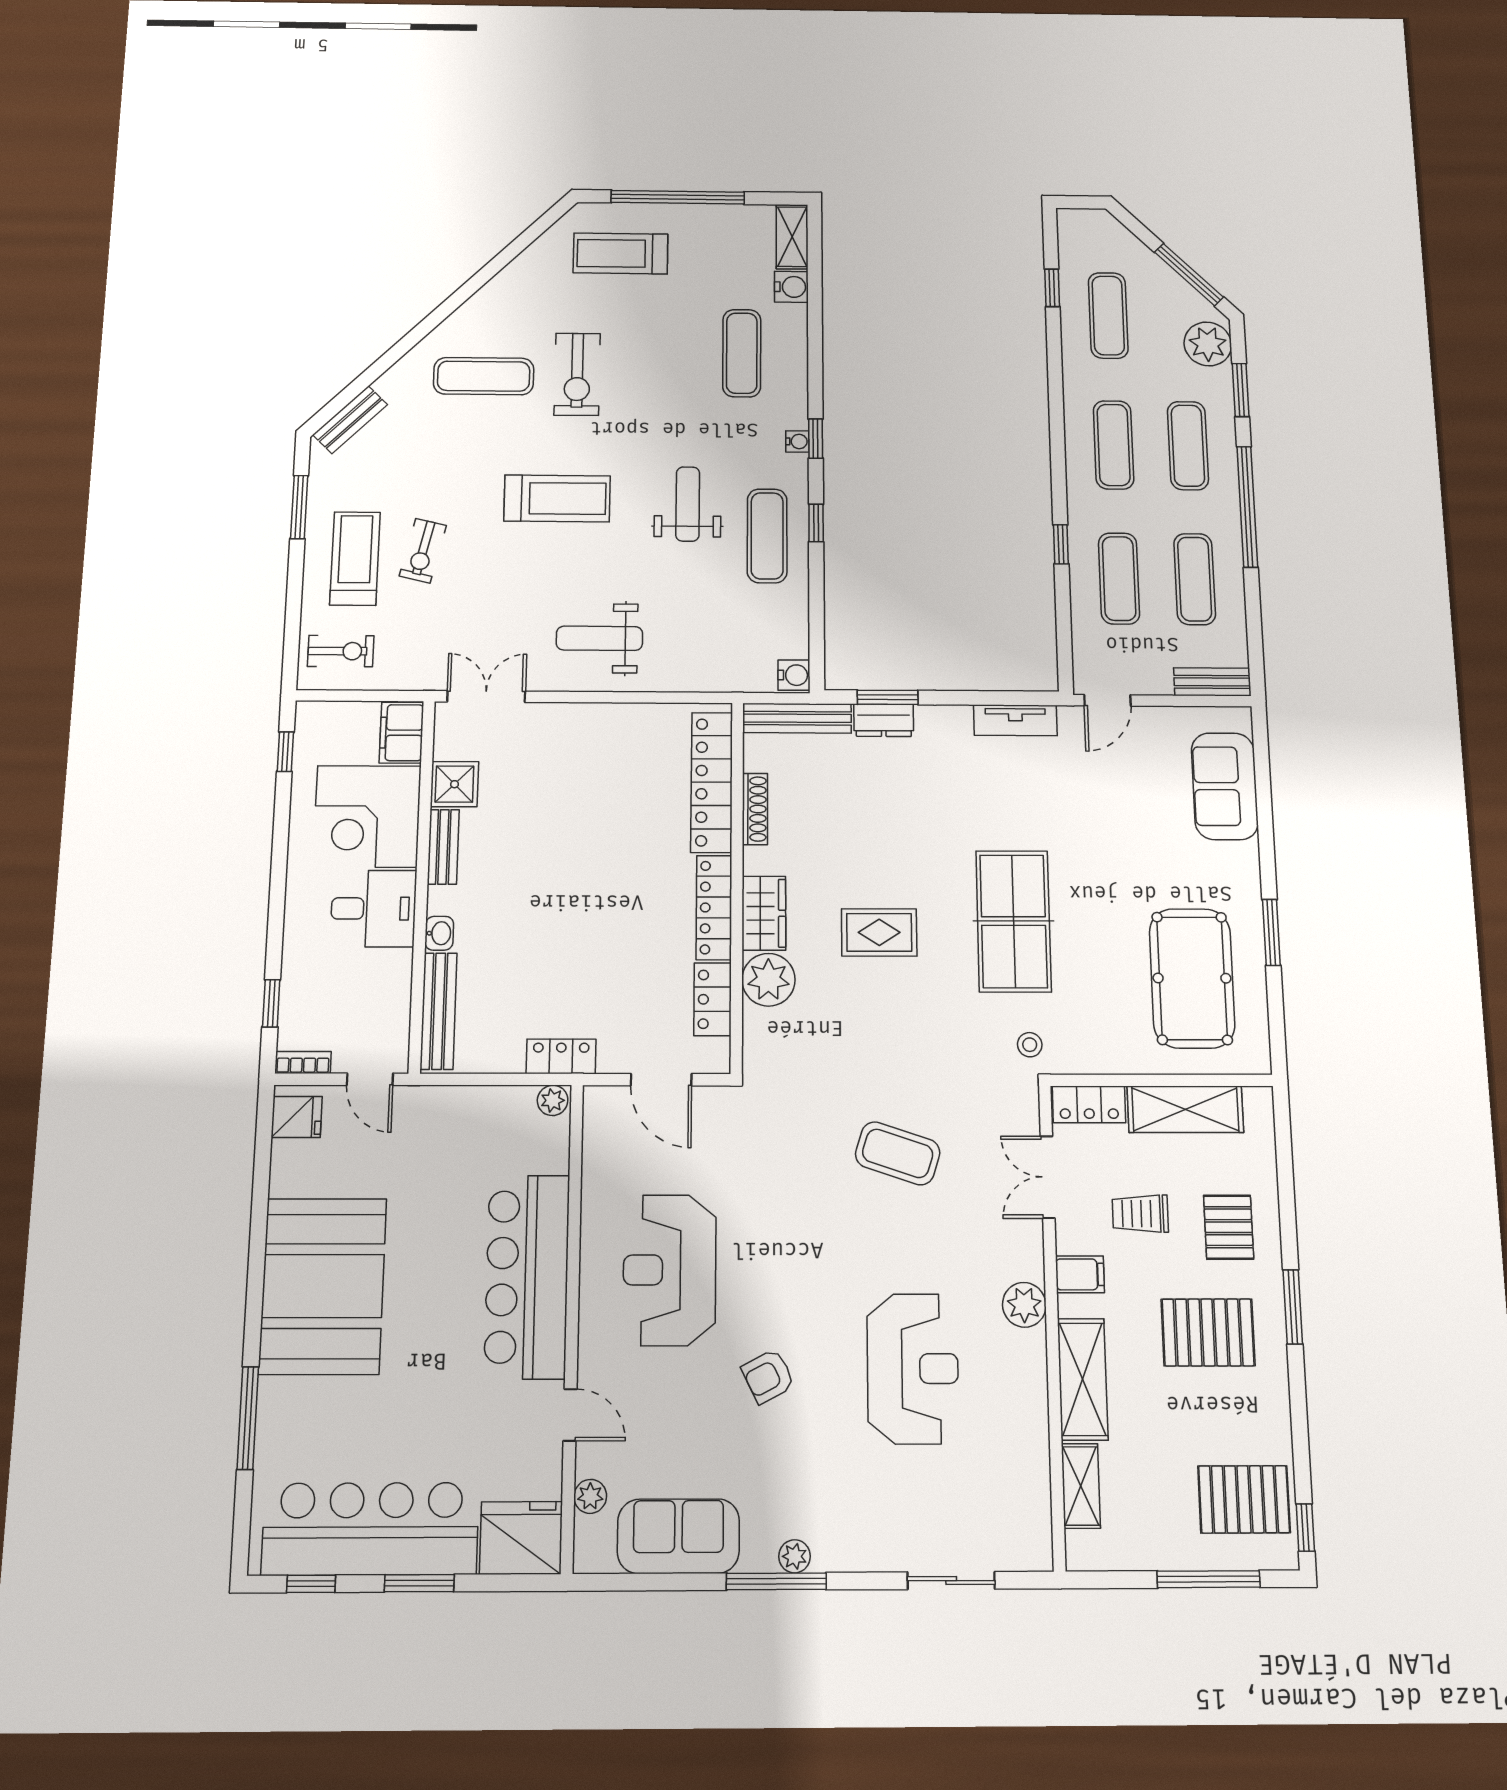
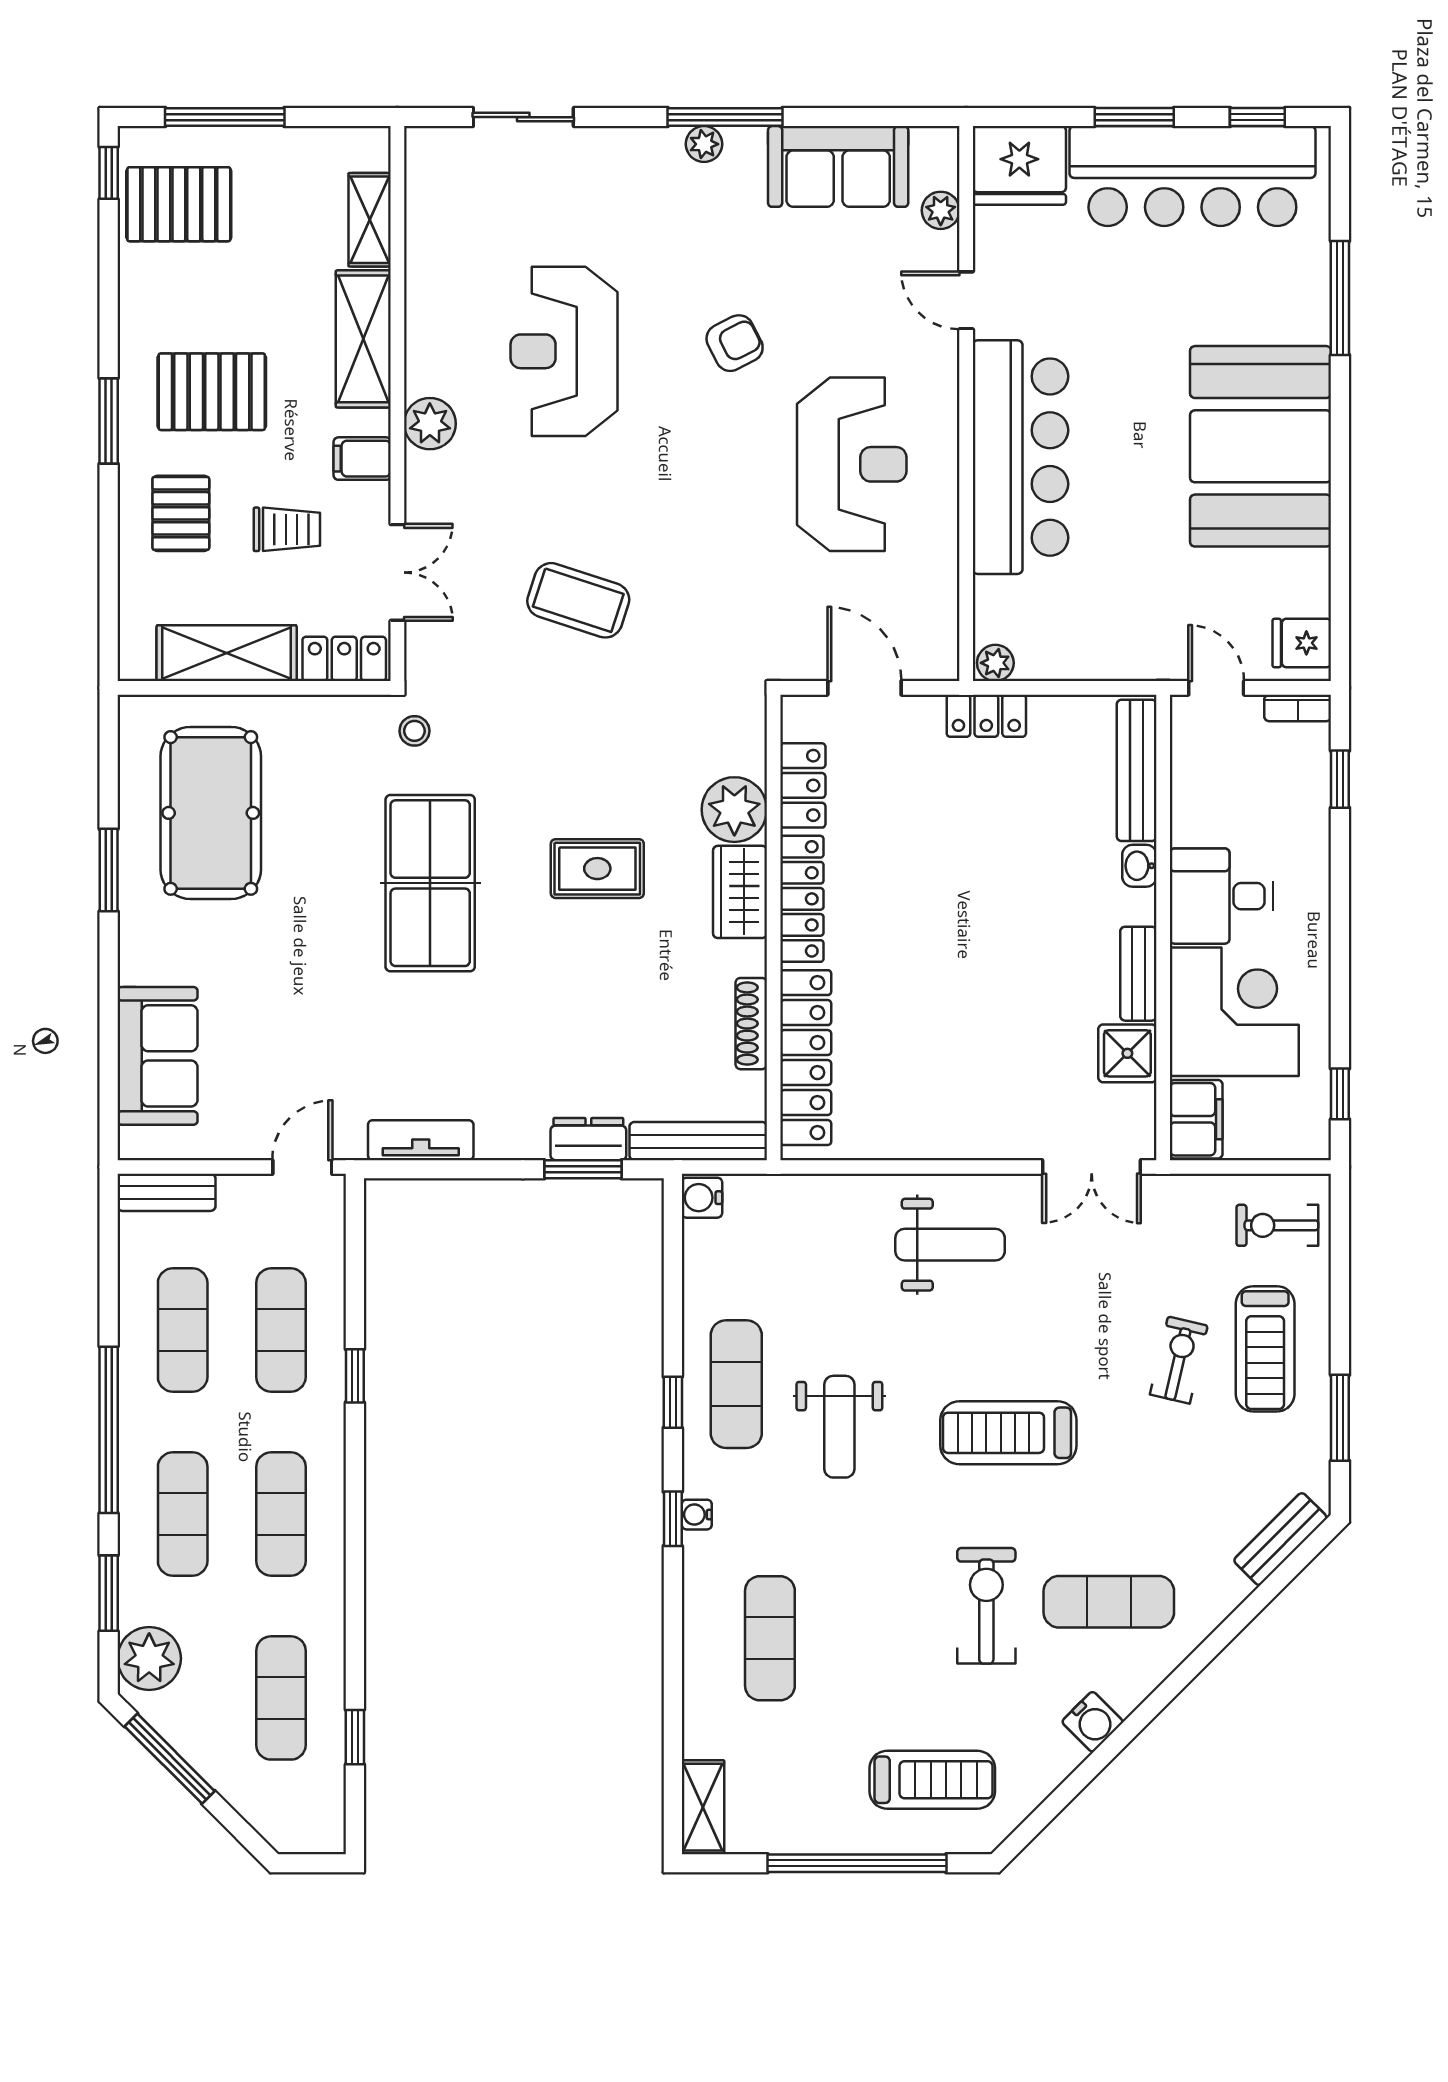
water cooler: (791, 287) -> (1092, 1722), moved, turned -135

